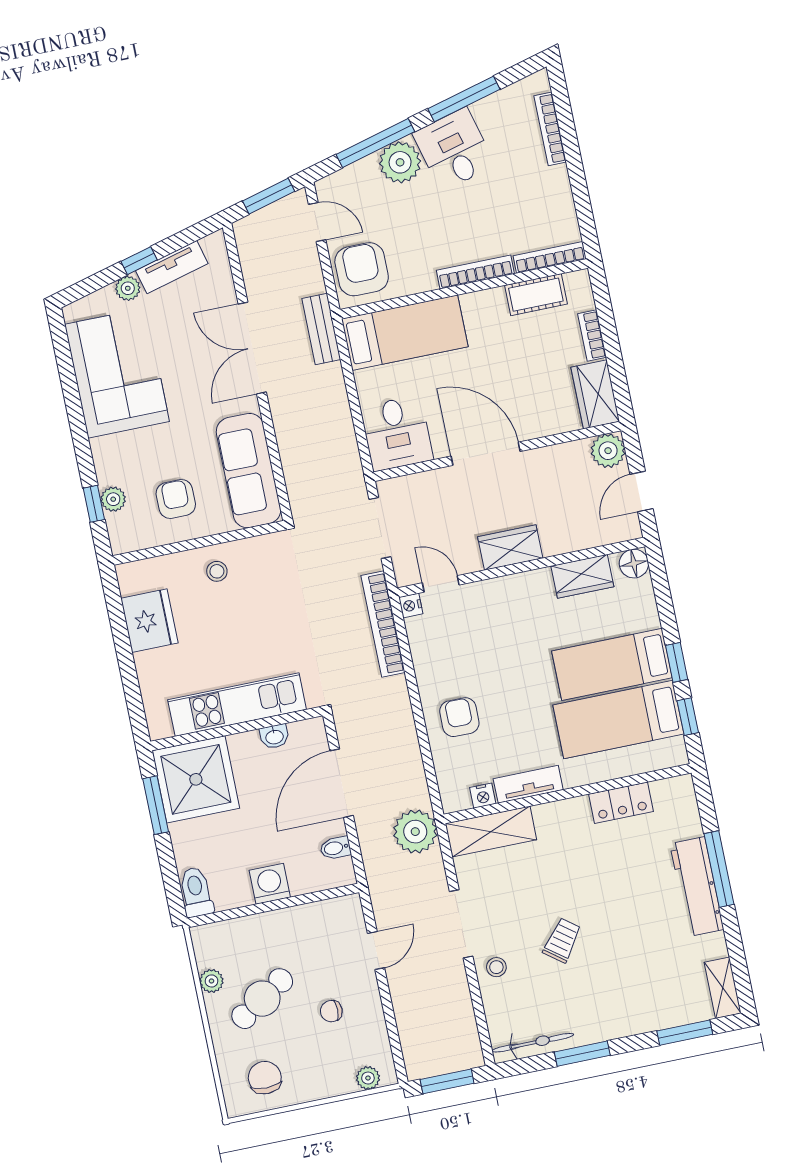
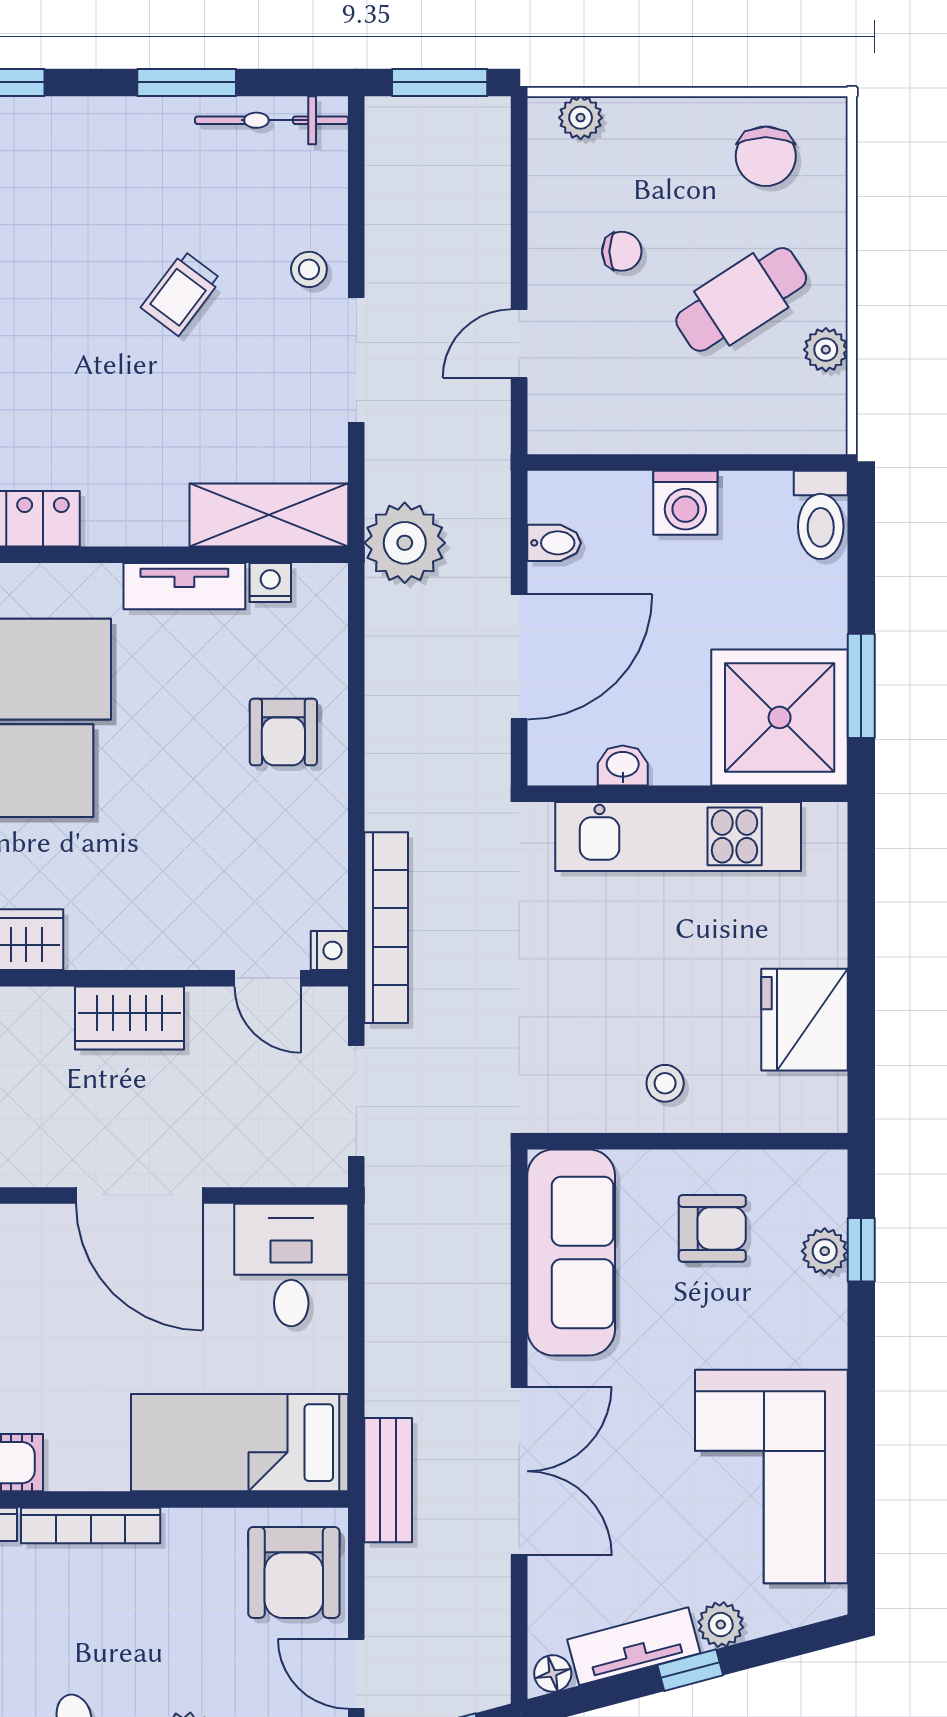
floor lamp: (212, 244) -> (553, 1673), added
armchair: (176, 499) -> (712, 1228), turned -90

